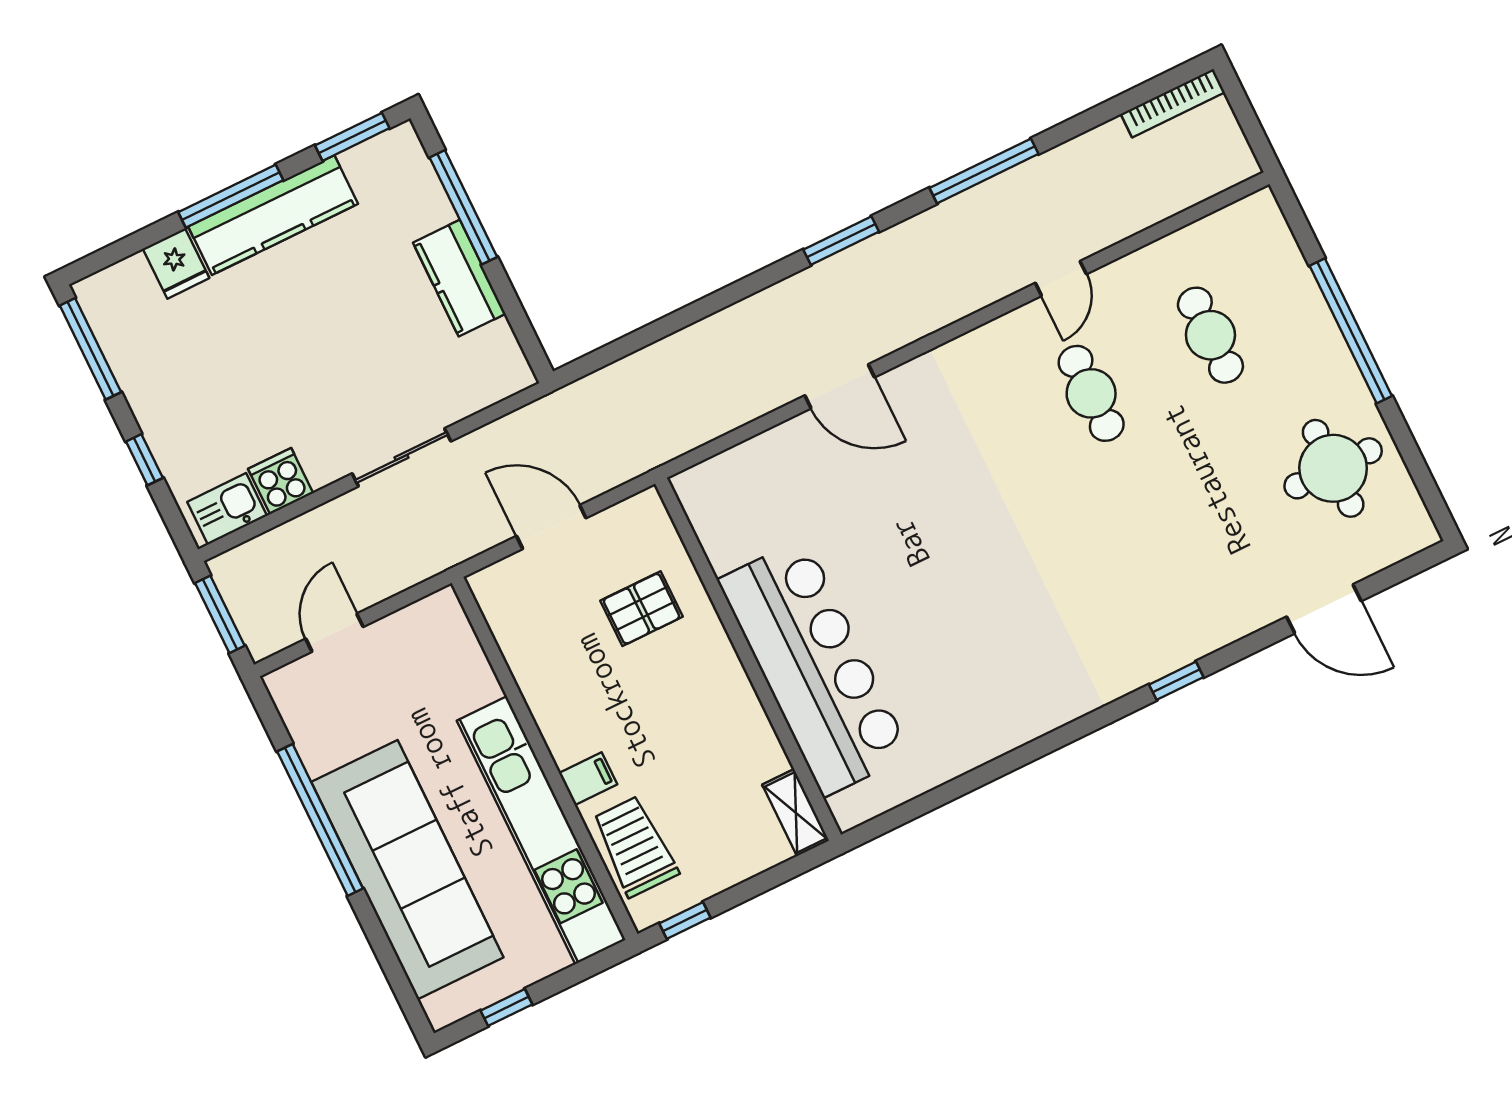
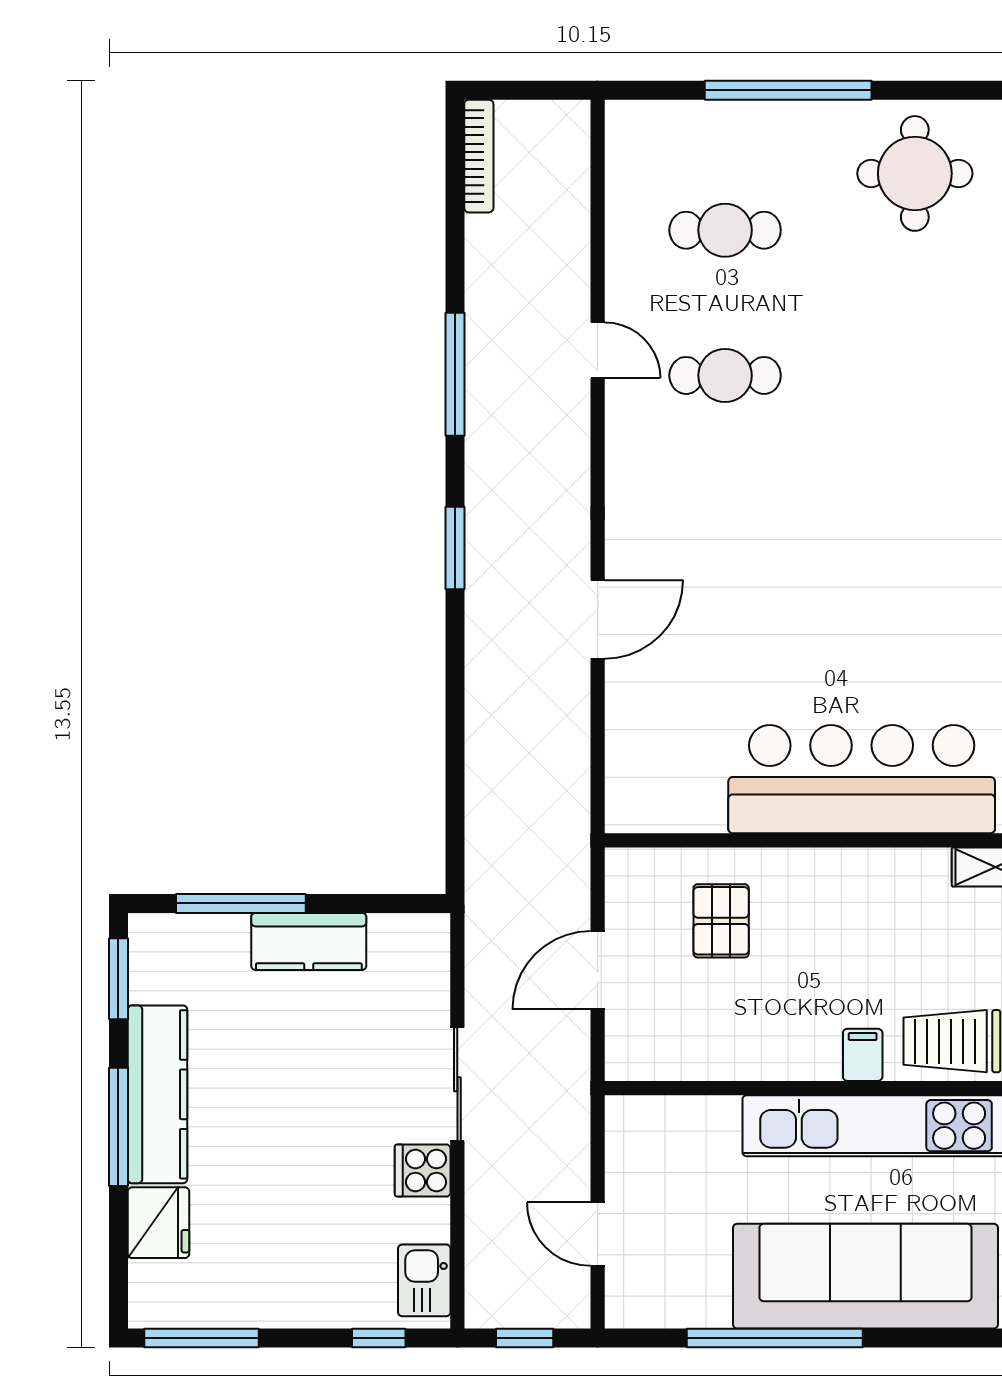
fridge: (176, 263) -> (158, 1223), width x1.38
window: (144, 460) -> (379, 1338), moved
cooker: (281, 481) -> (423, 1171), moved
window: (220, 614) -> (525, 1338), width x0.67

